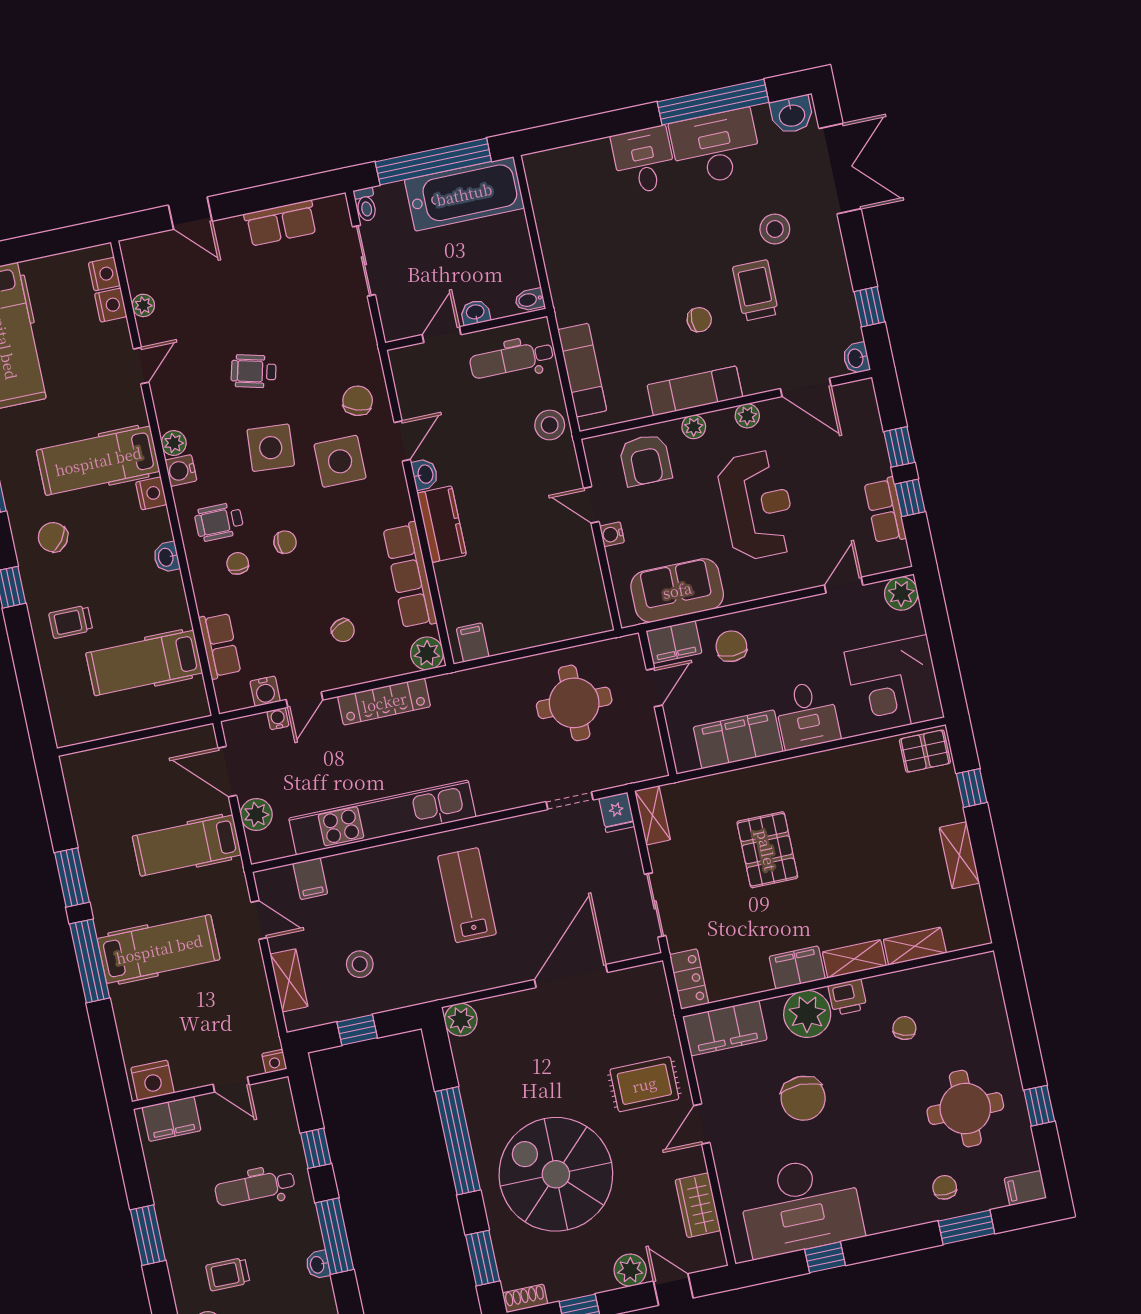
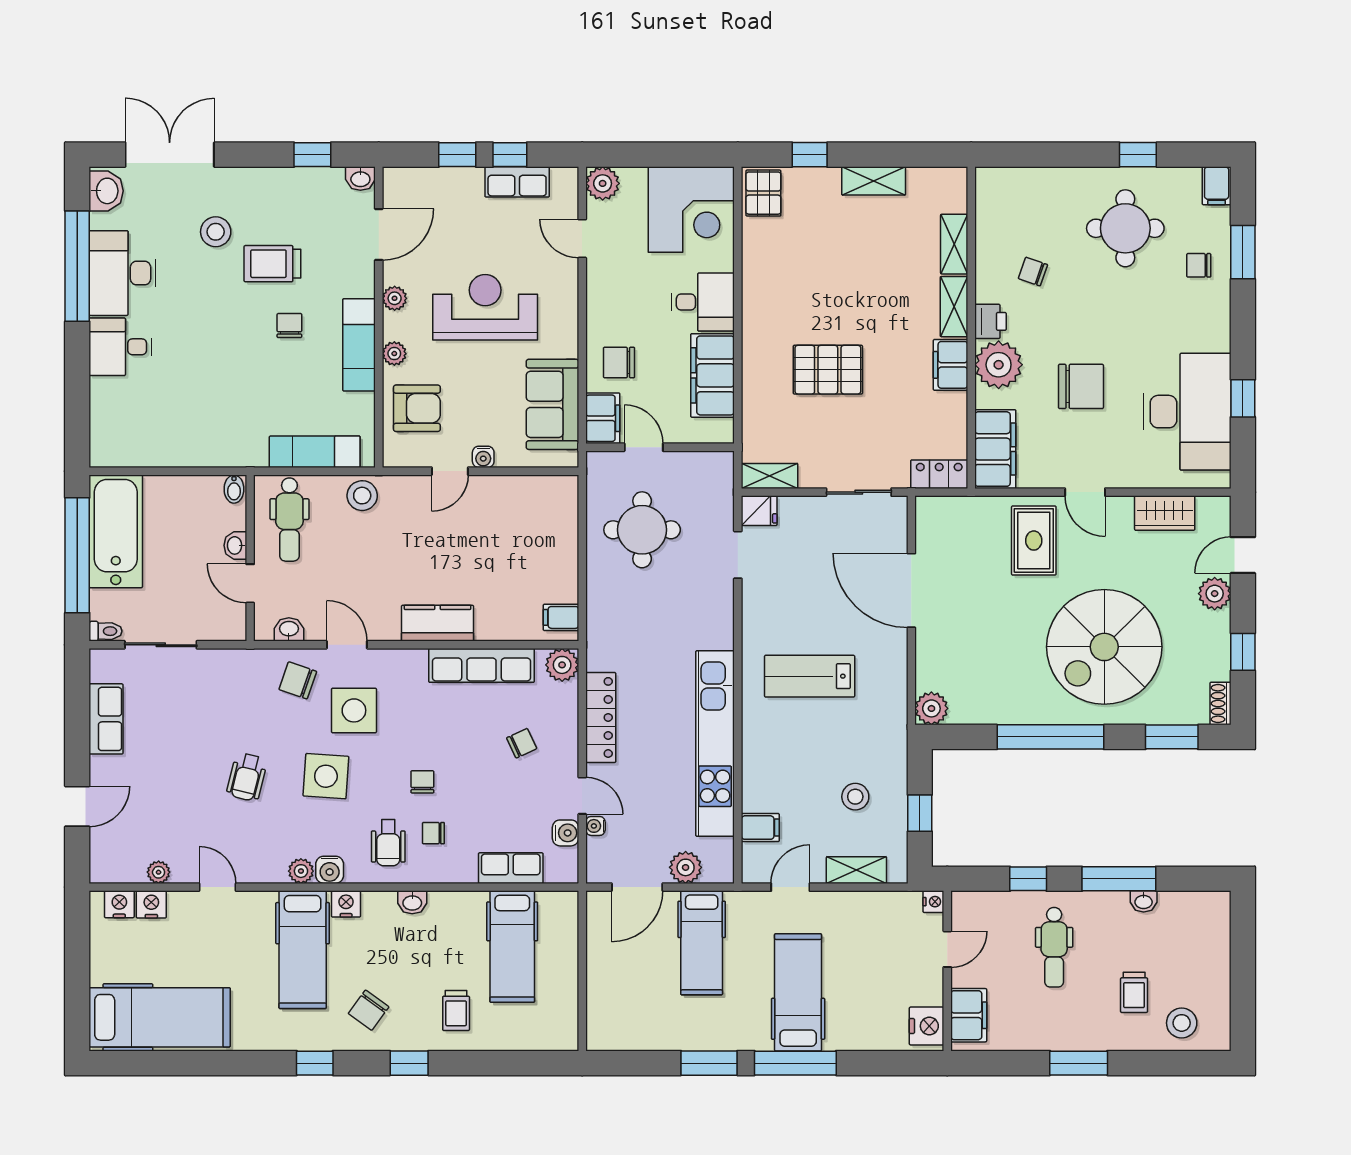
washbasin: (425, 474) -> (289, 629), moved

